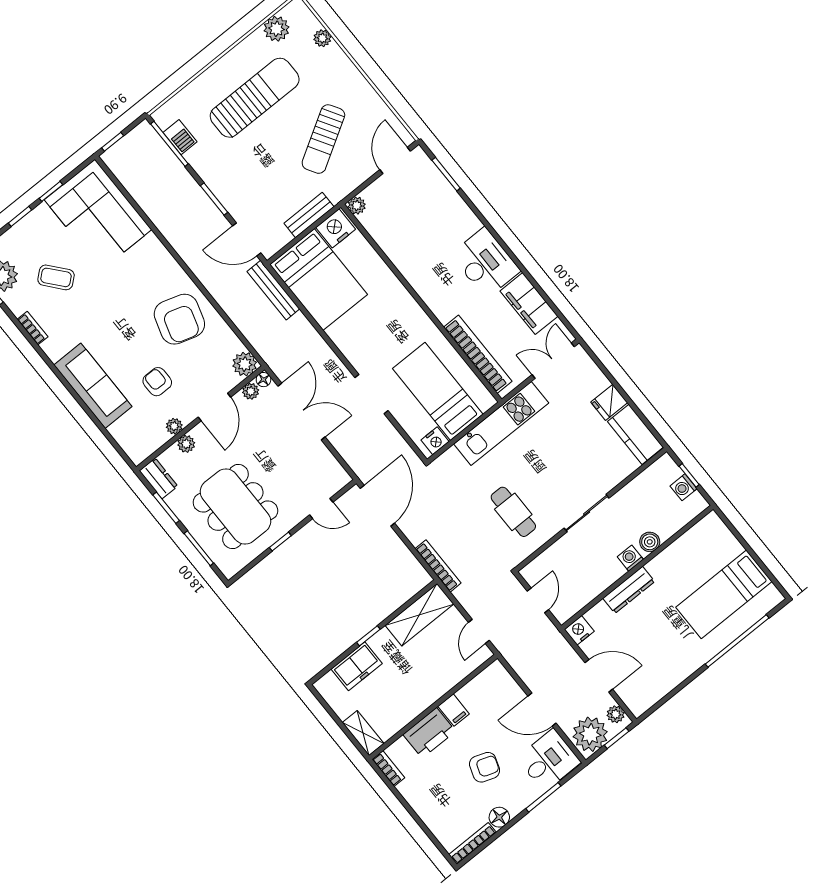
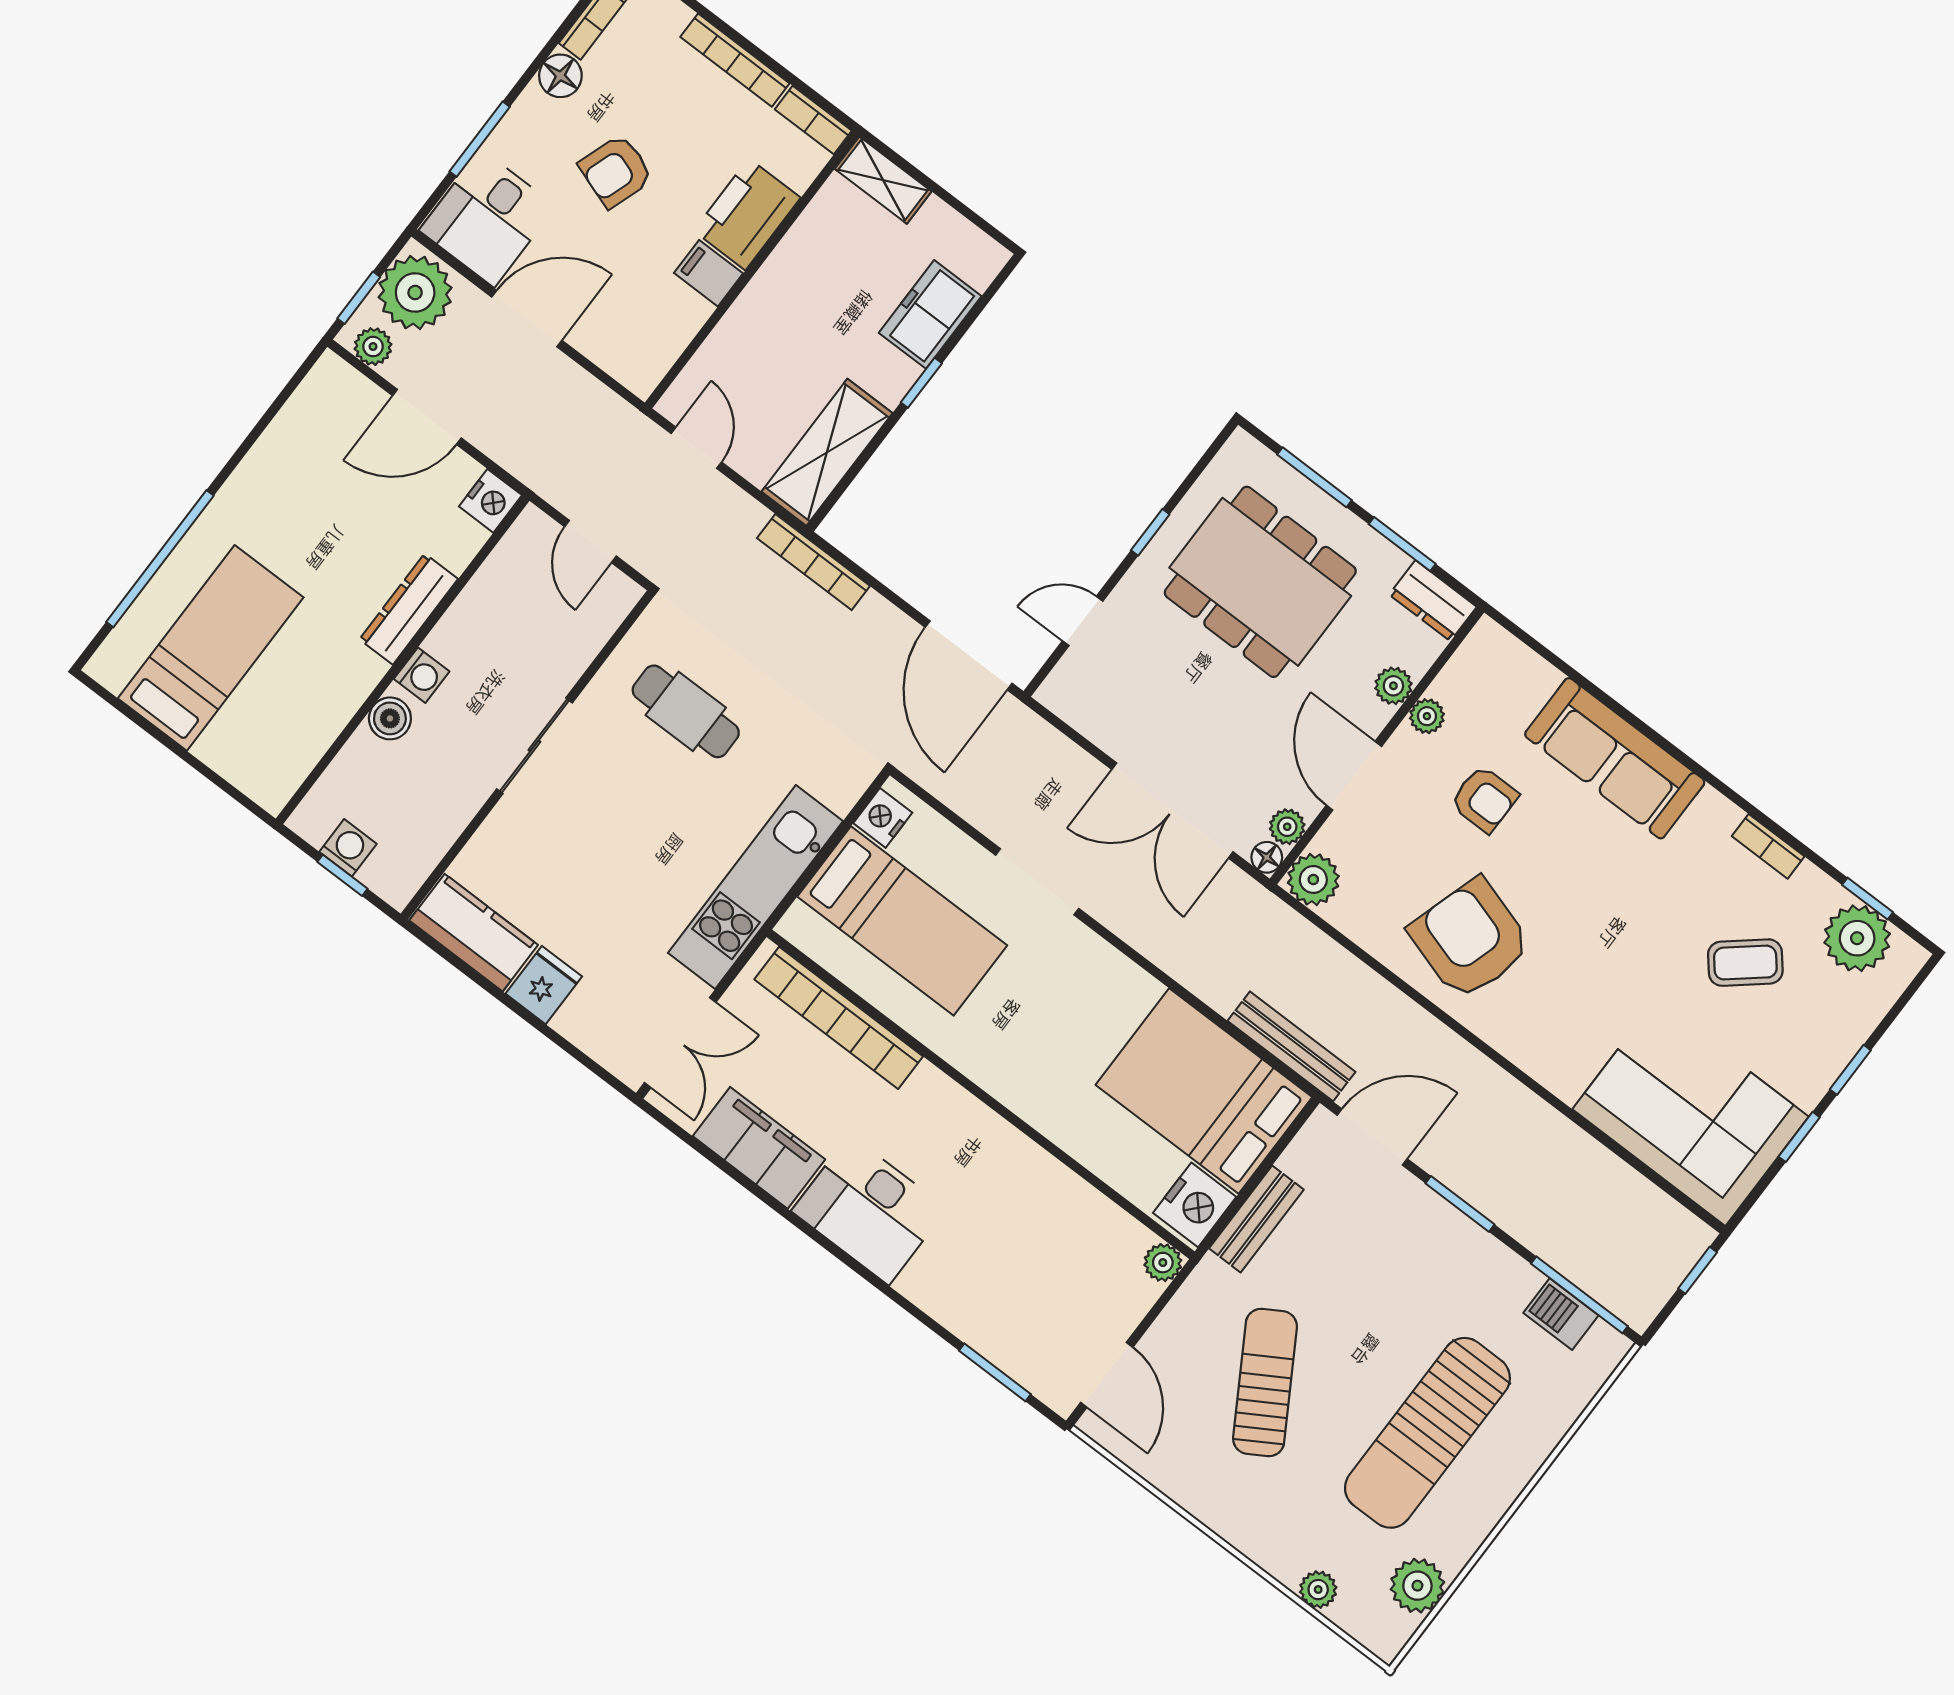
bookcase: (417, 805) -> (735, 60), added

